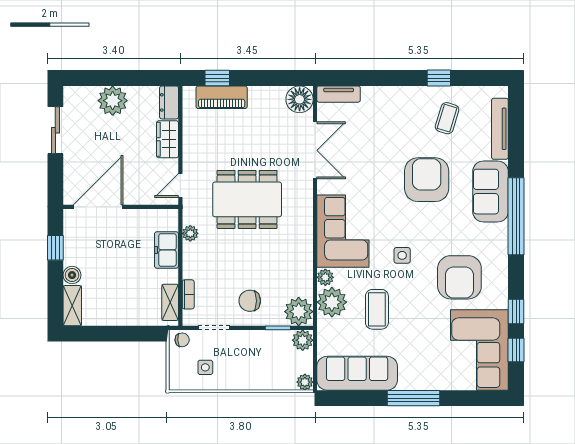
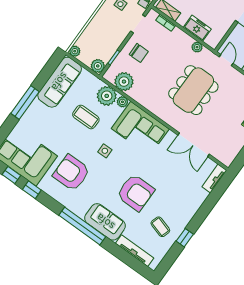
floor lamp: (300, 99) -> (226, 156), removed
chair: (250, 301) -> (139, 53), turned 90
plant: (299, 312) -> (124, 82), moved

